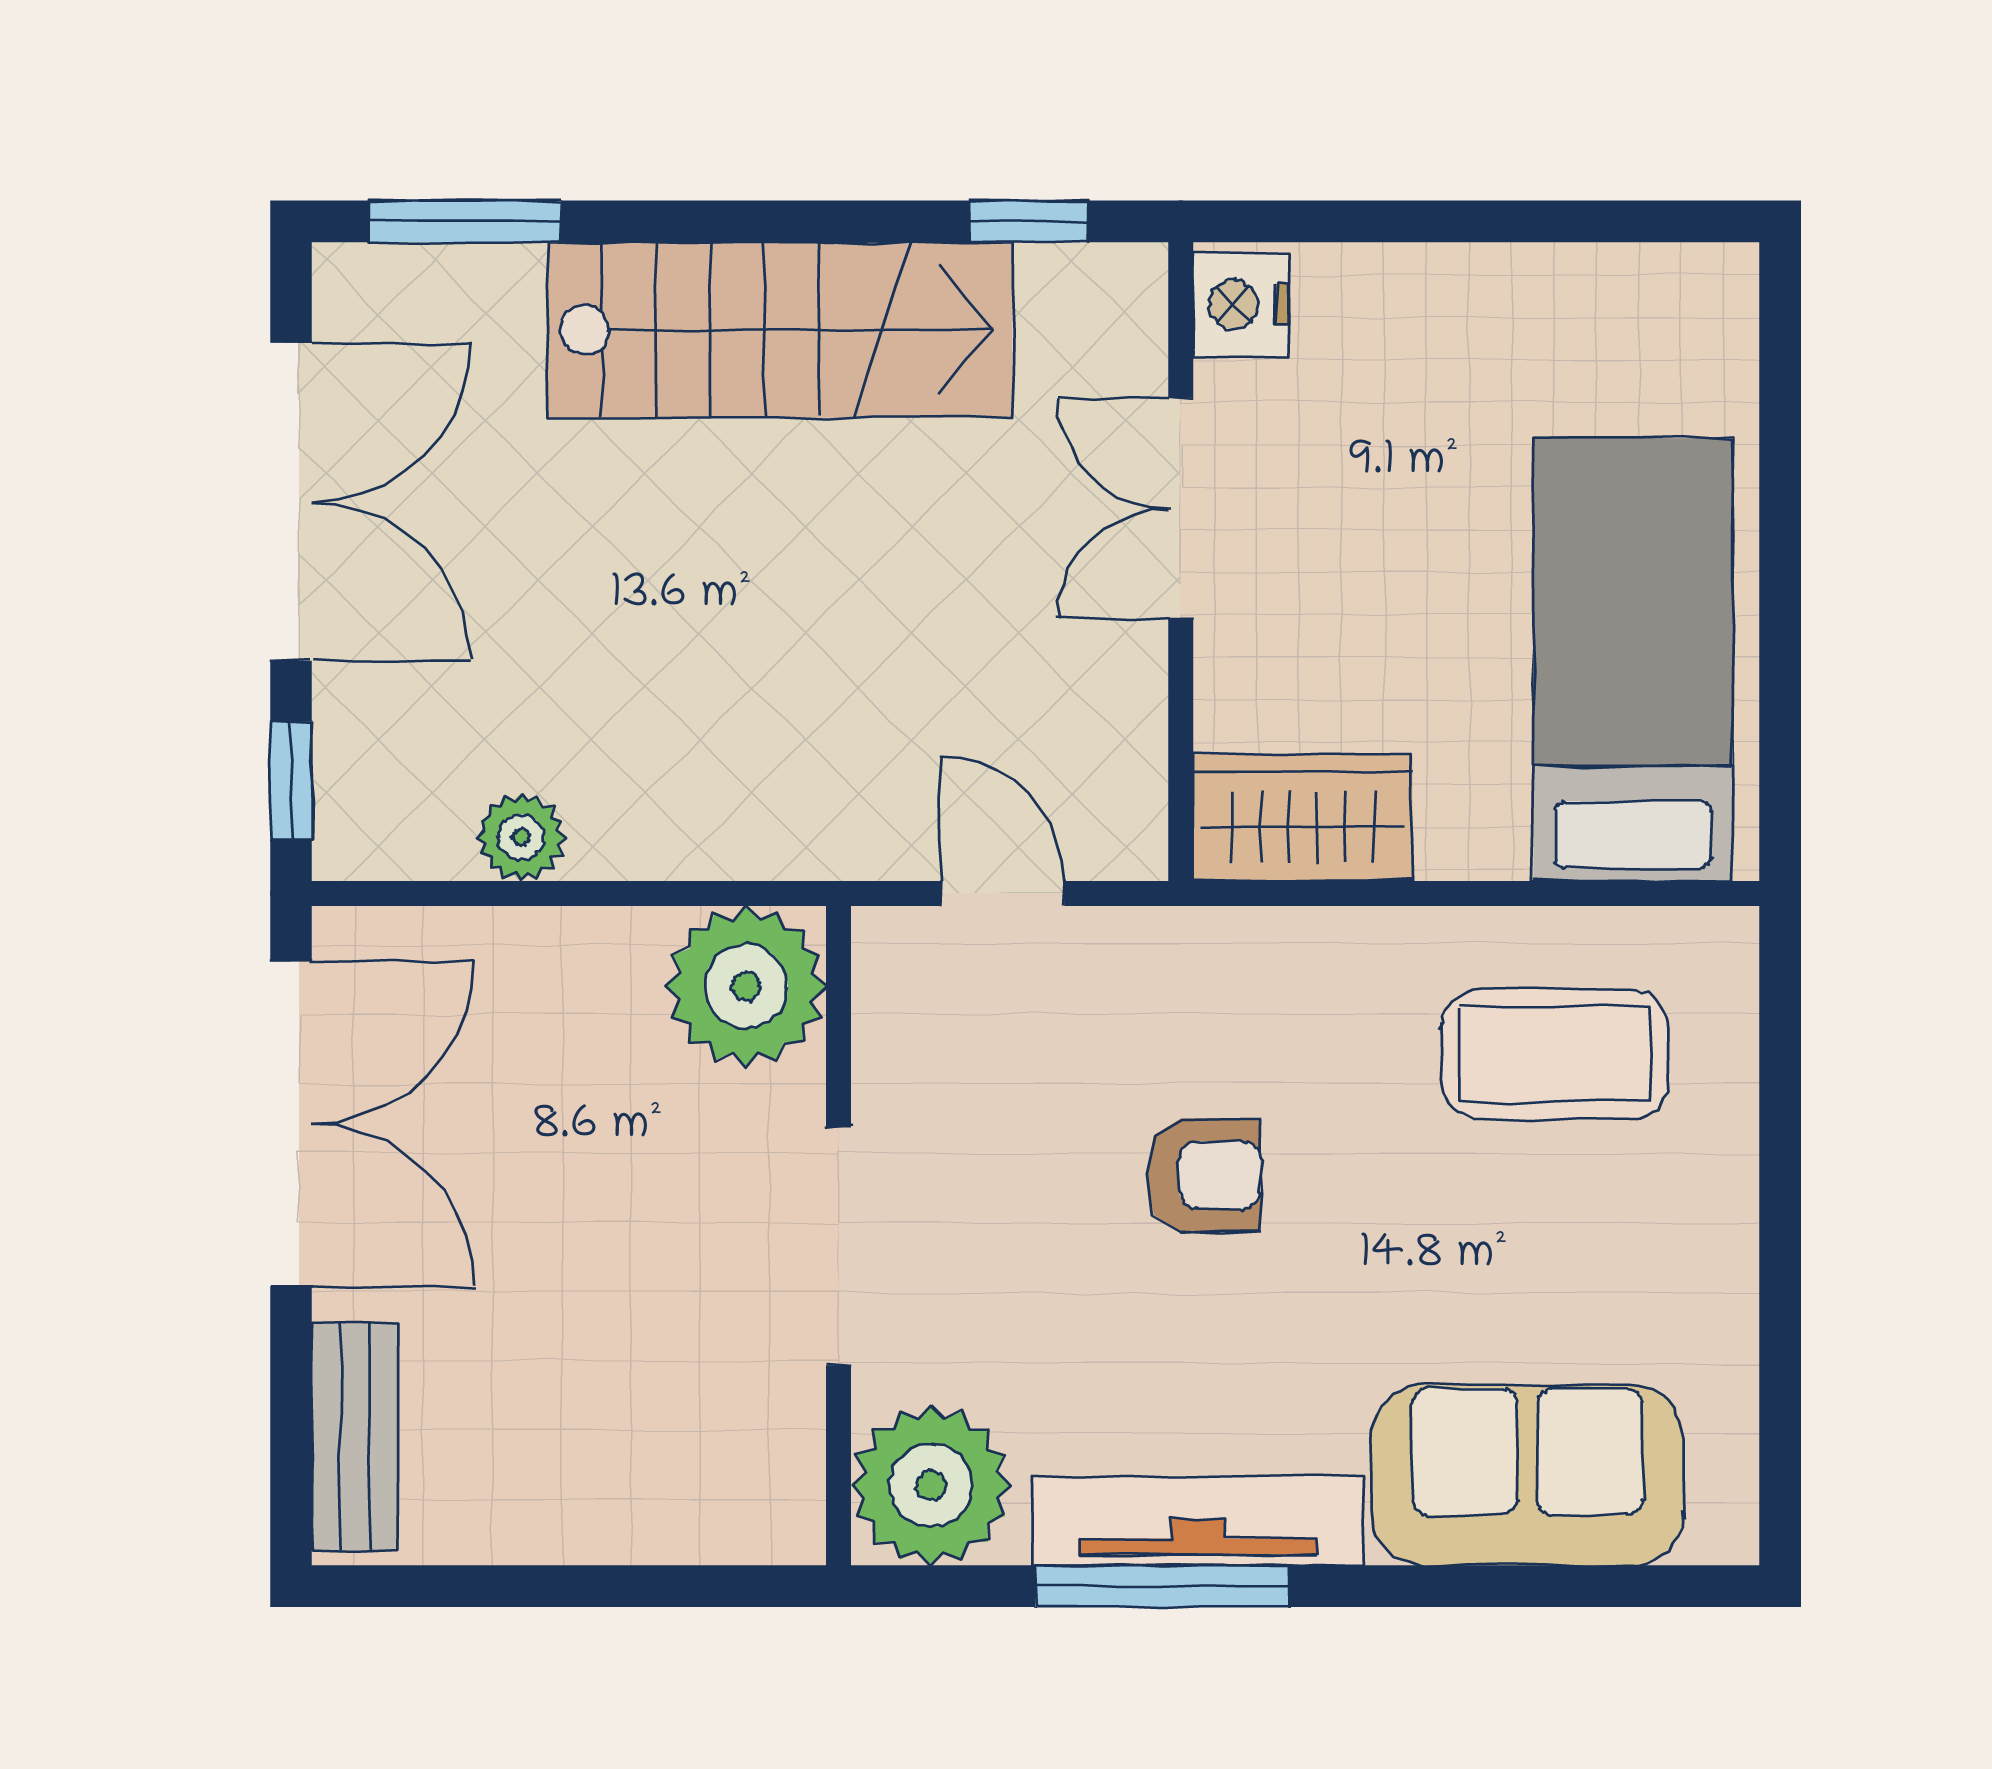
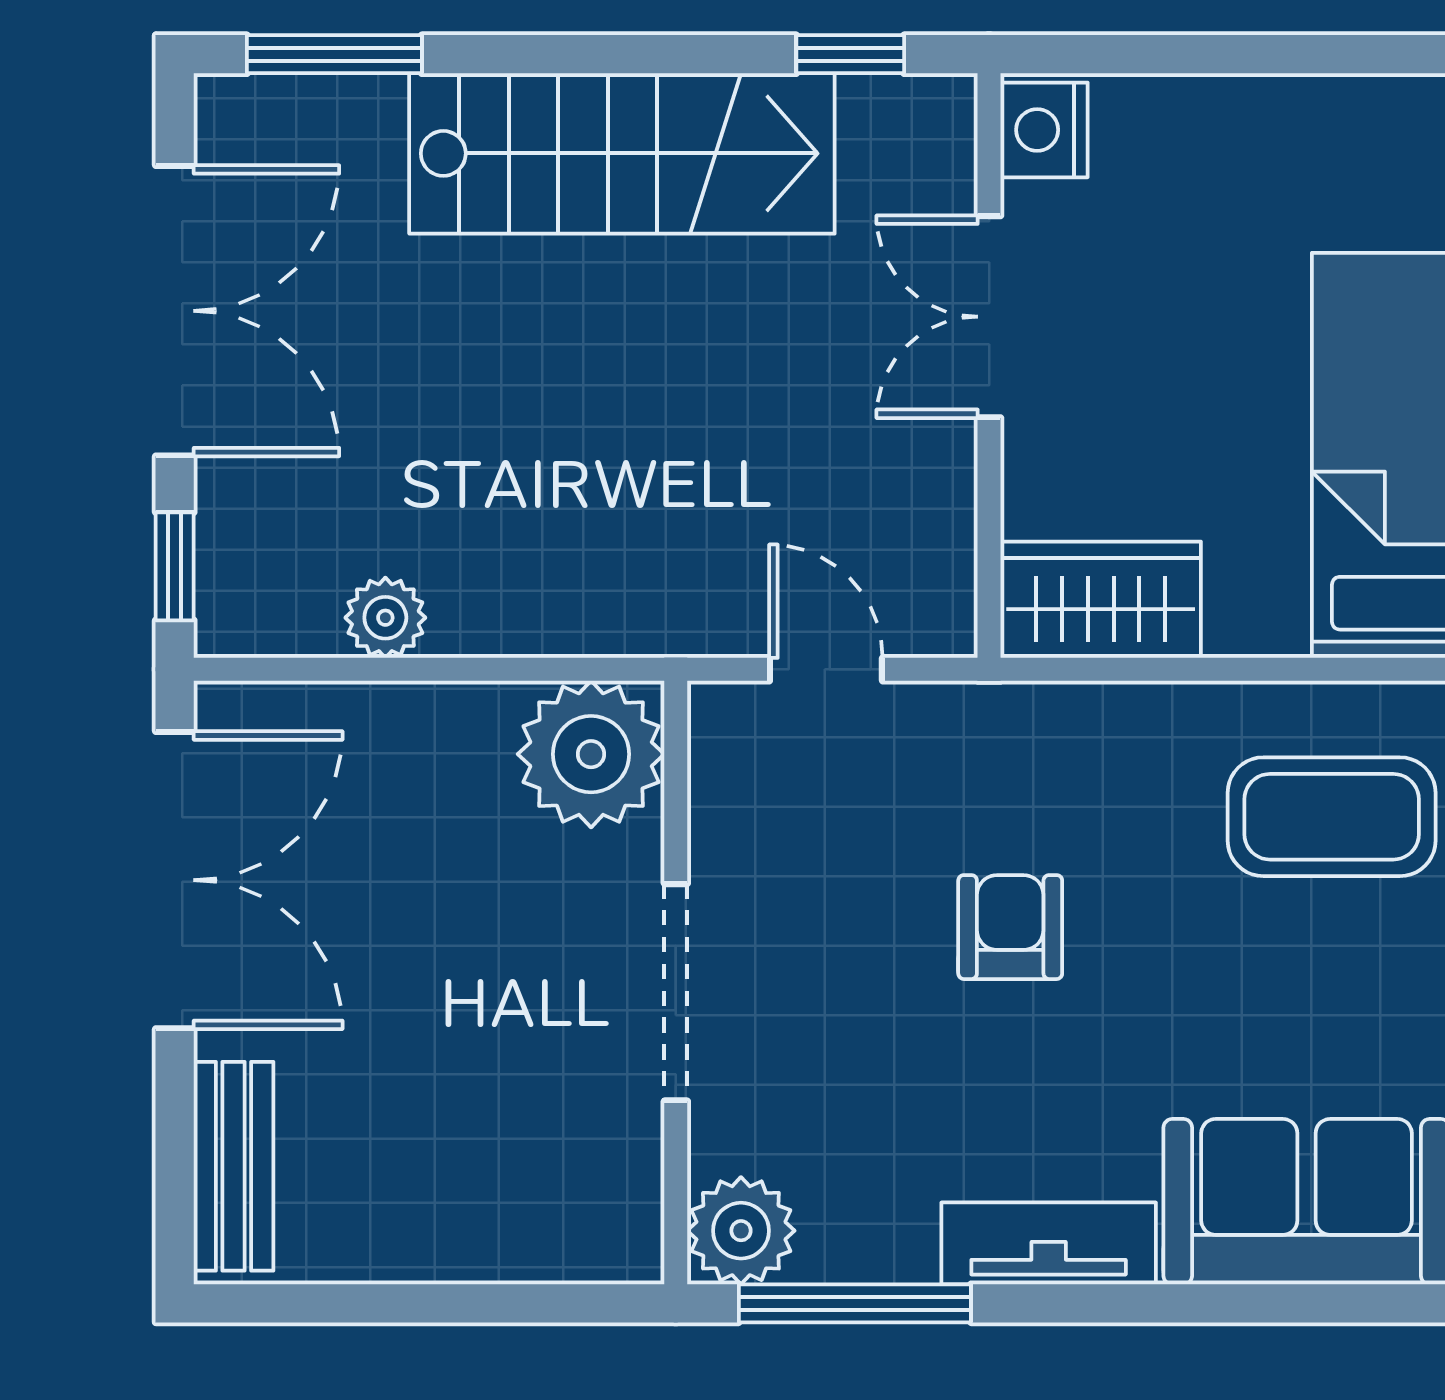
armchair: (1204, 1175) -> (1010, 927), turned -90
plant: (931, 1485) -> (741, 1231), width x0.73, depth x0.73
tv unit: (1198, 1521) -> (1049, 1243), width x0.71
window: (1162, 1586) -> (855, 1303), moved

